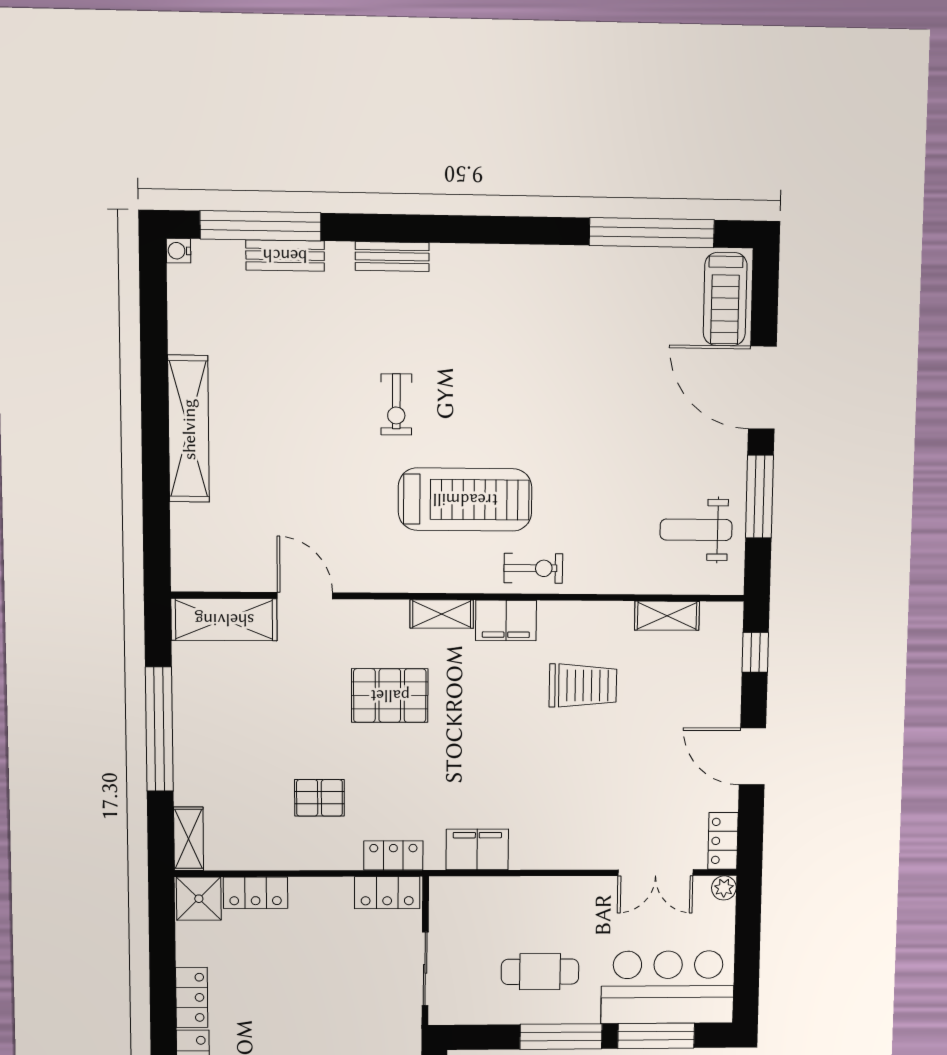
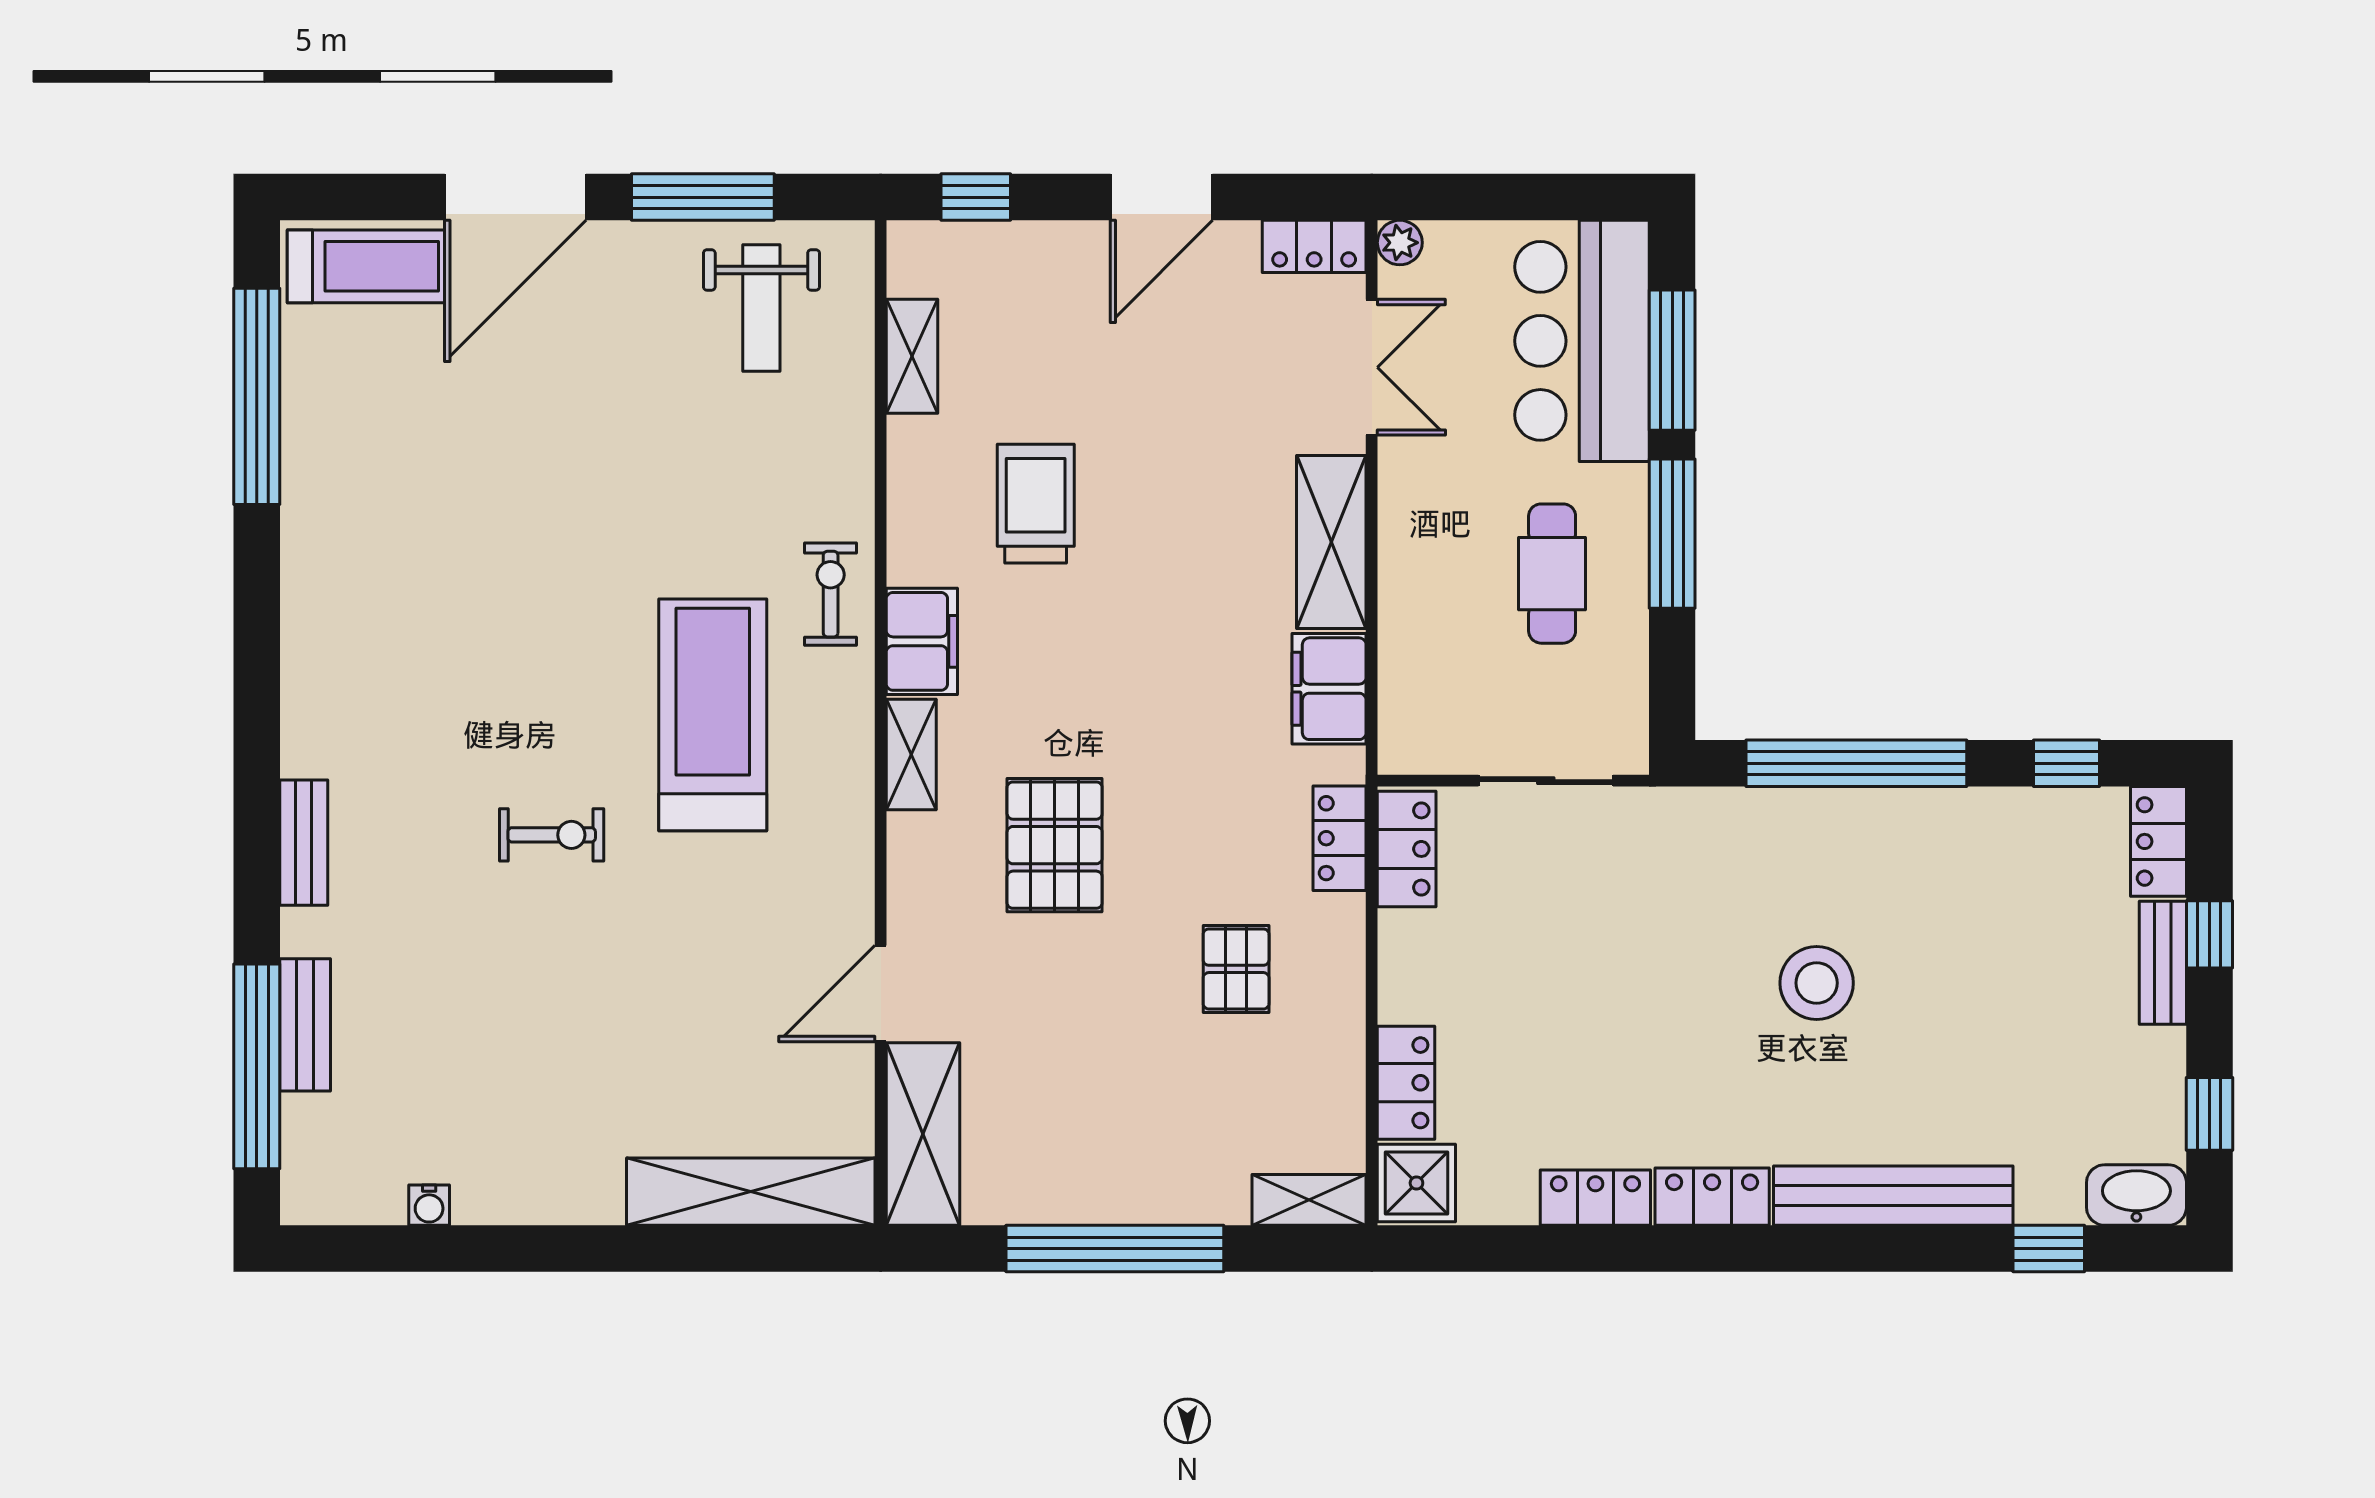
water cooler: (178, 251) -> (429, 1205), moved
shelving: (189, 429) -> (751, 1192), moved
shelving: (559, 851) -> (1331, 542), added

